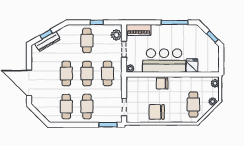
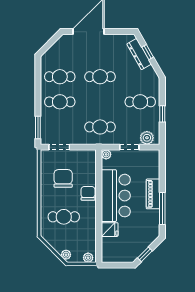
piano: (139, 30) -> (153, 194), moved
cafe table: (87, 74) -> (100, 102), removed
cafe table: (193, 105) -> (64, 217), moved
chair: (157, 112) -> (63, 178), moved

